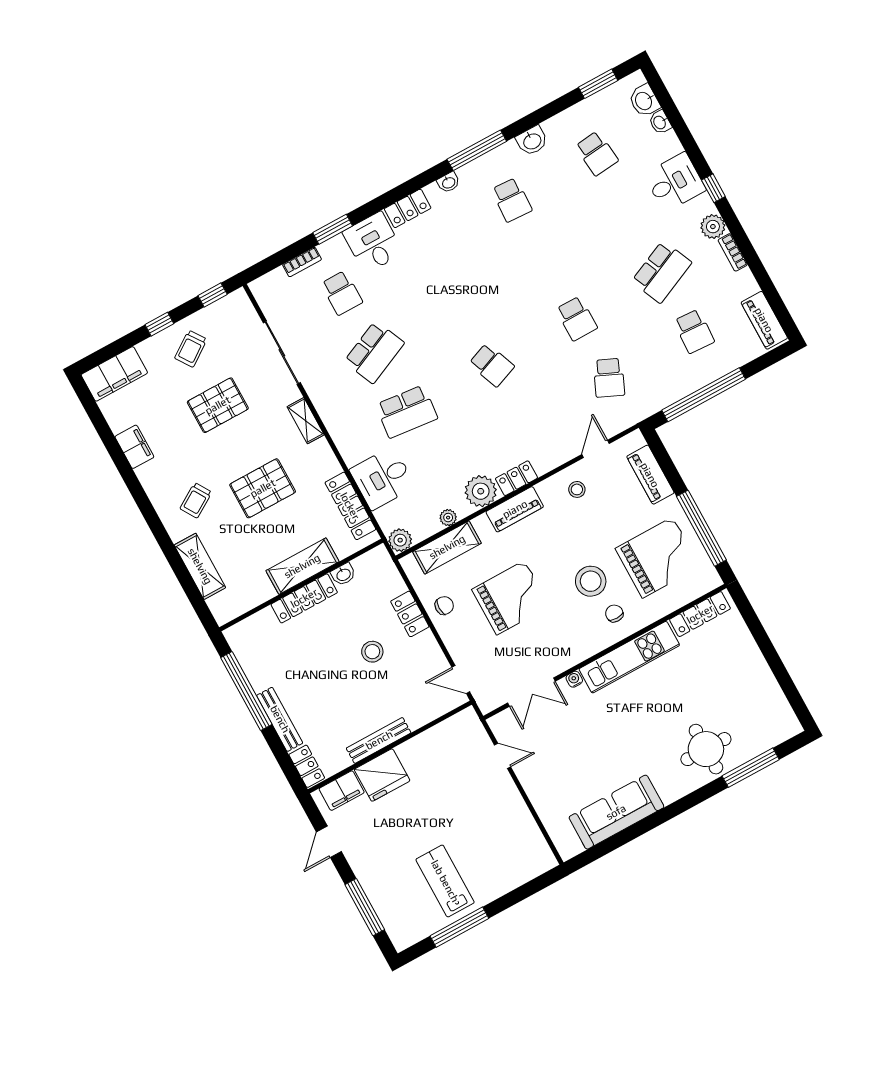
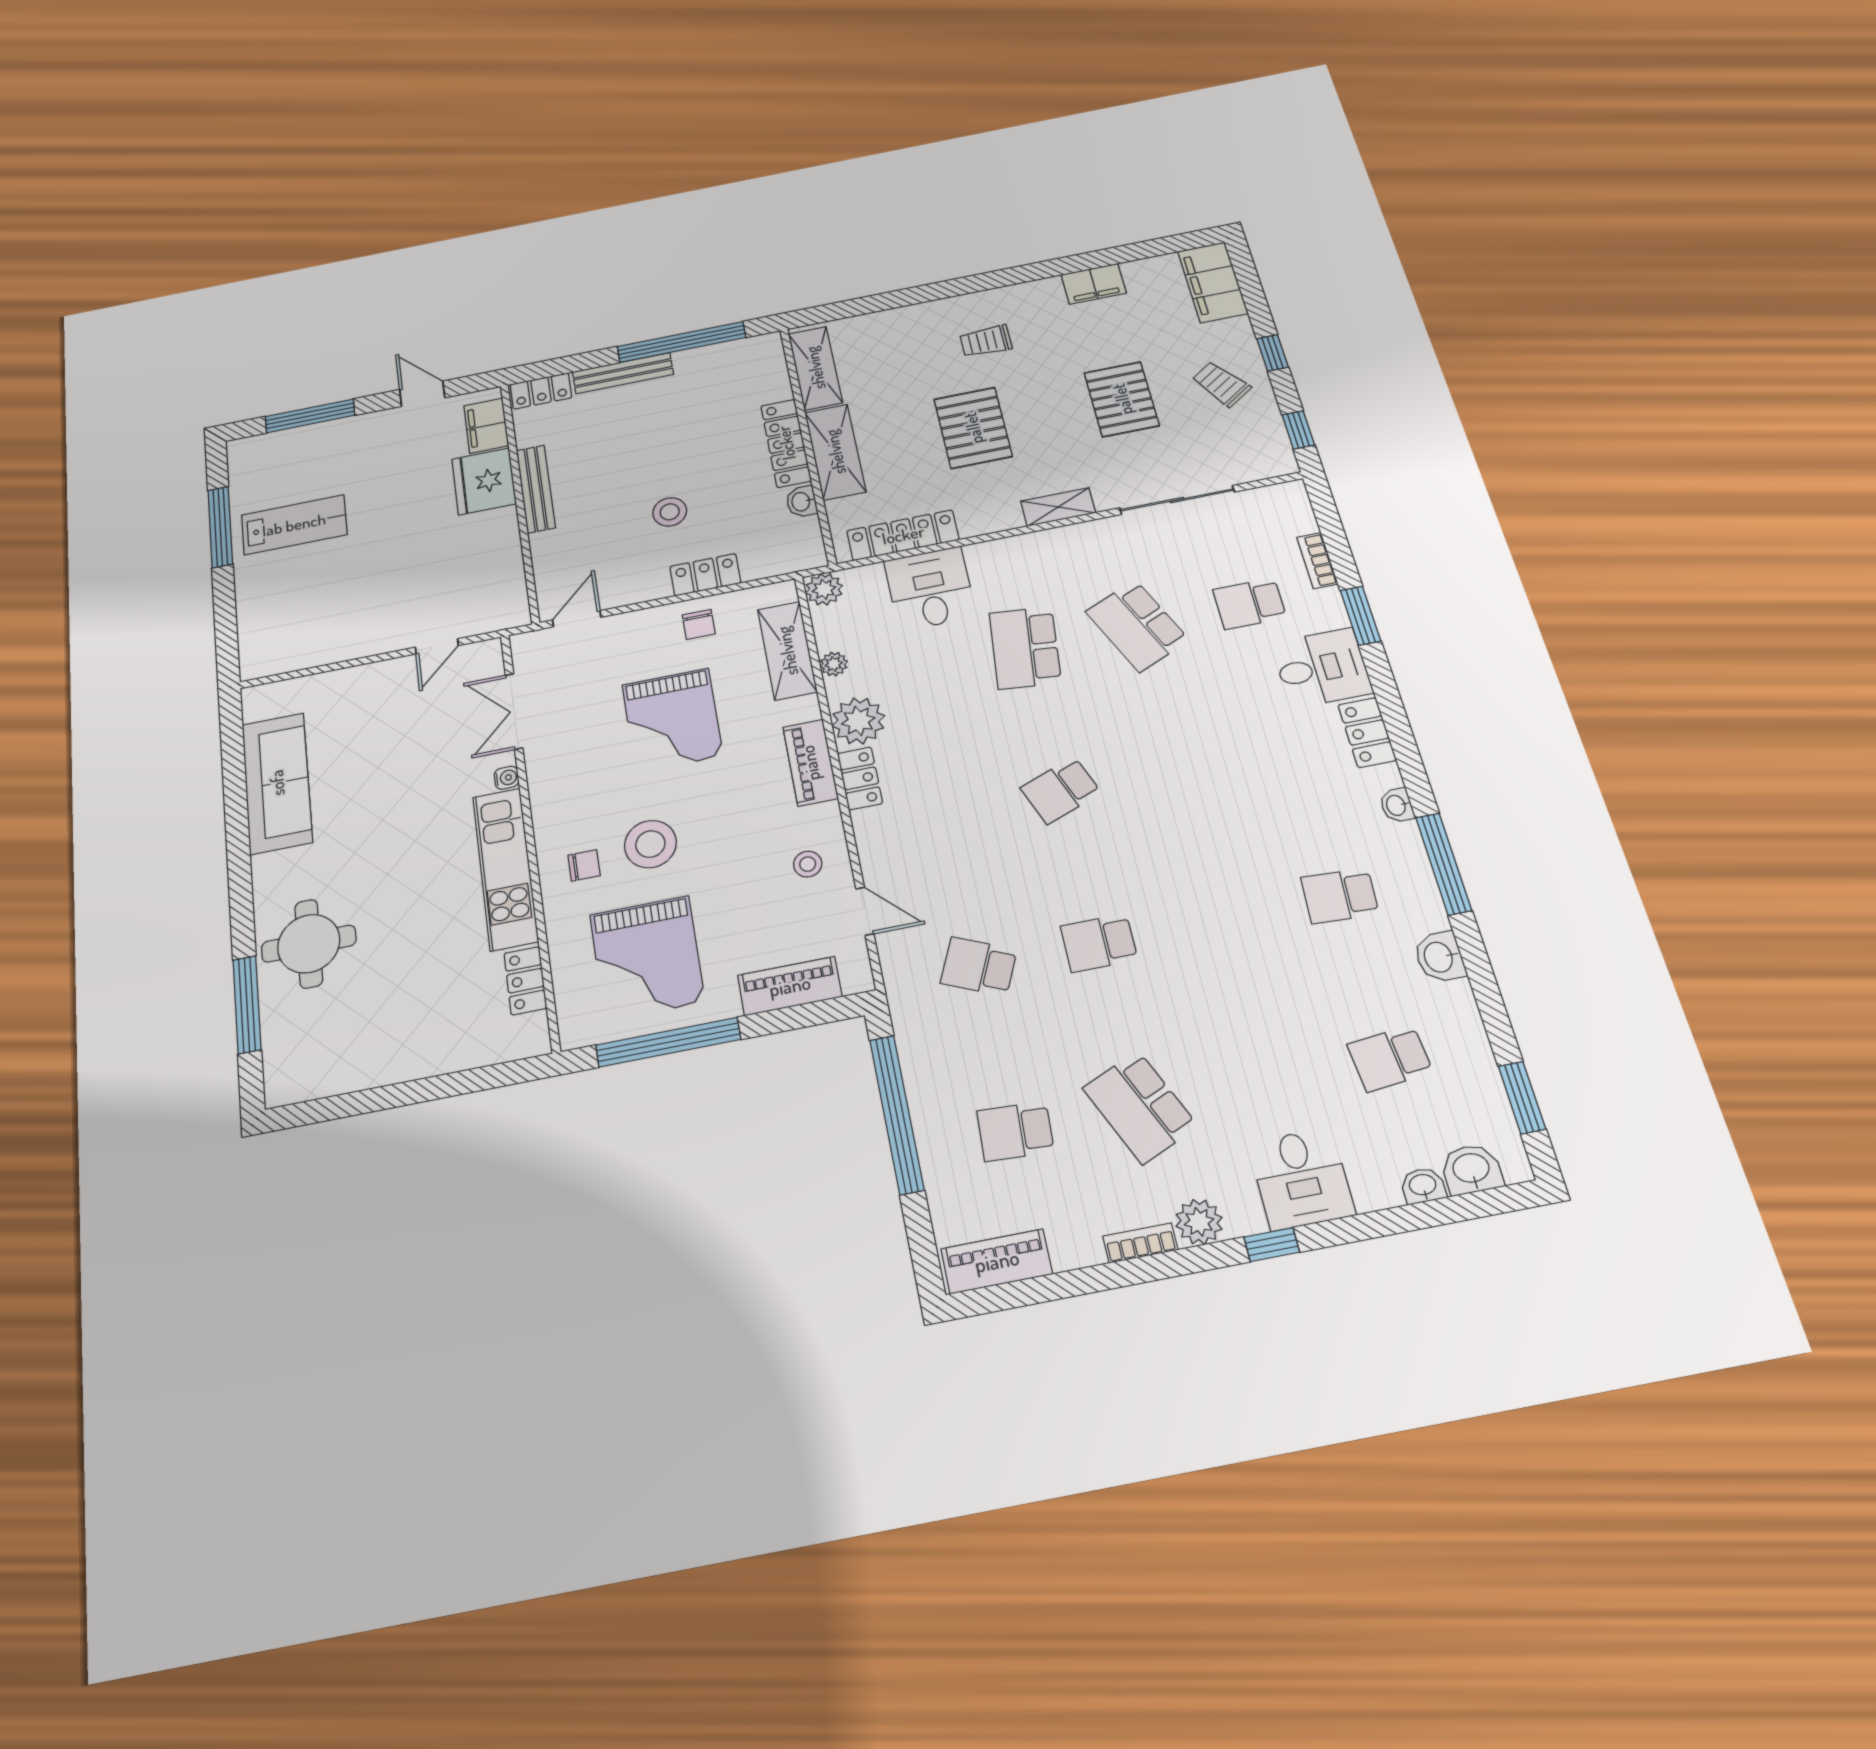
trolley: (196, 500) -> (986, 341), turned -58
shelving: (200, 566) -> (815, 368), moved, turned 90
locker: (700, 614) -> (525, 981), width x0.66

